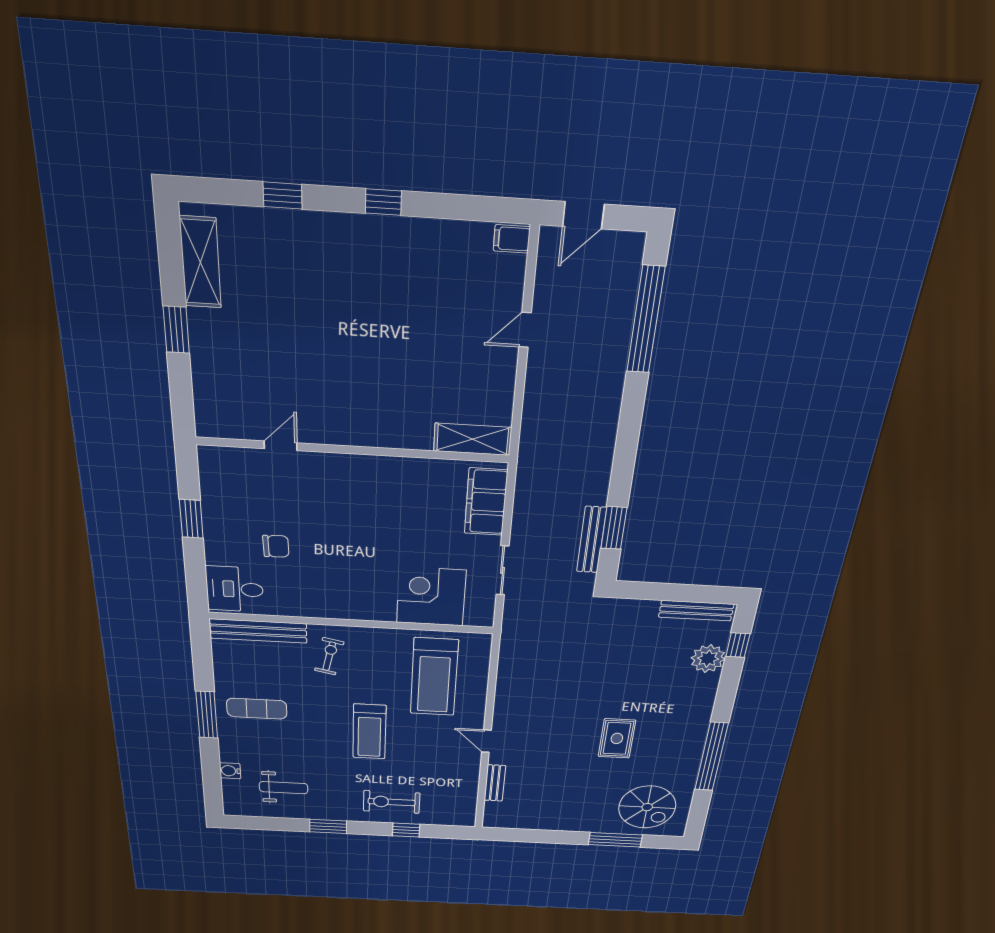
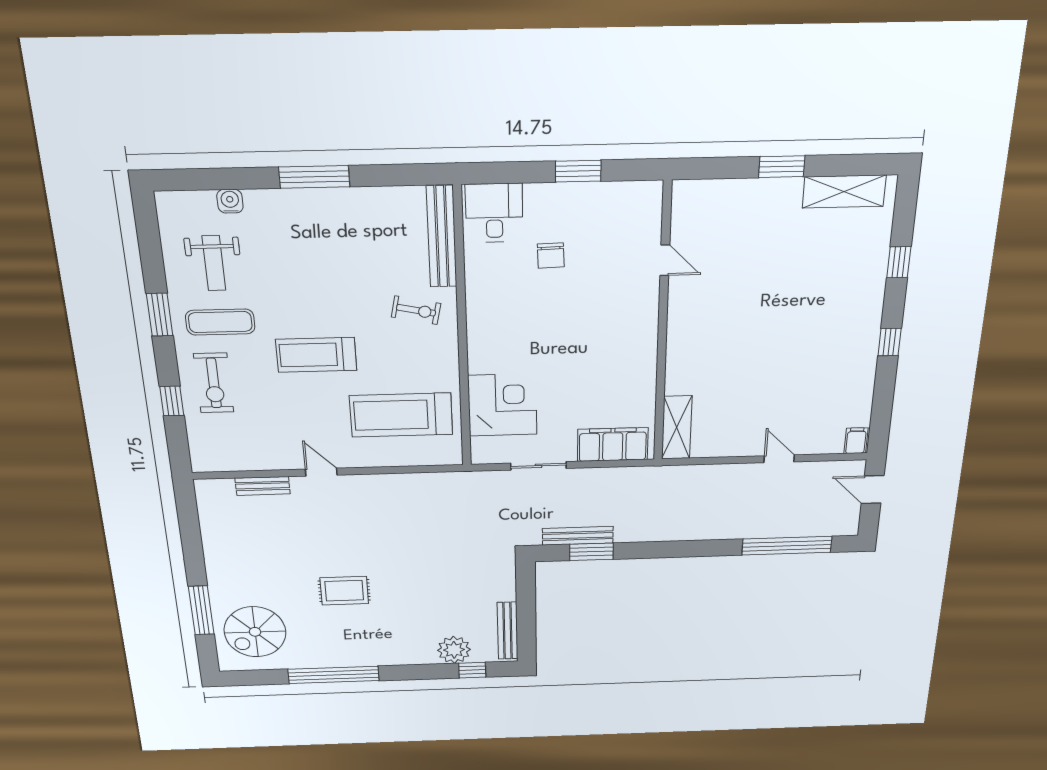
exercise mat: (257, 709) -> (220, 322), moved, turned 90
door: (486, 741) -> (321, 472), hinge flipped
exercise bike: (392, 802) -> (214, 383), turned 180

